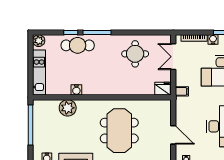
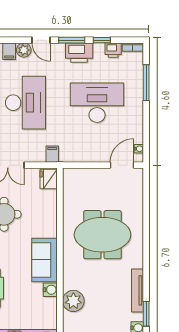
sofa: (100, 85) -> (44, 260), added
door: (173, 135) -> (122, 165), moved

